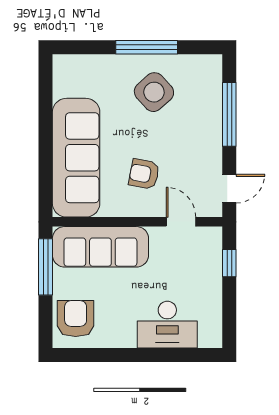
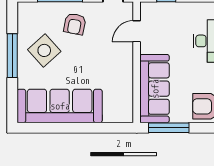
sofa: (76, 158) -> (60, 106), moved
armchair: (144, 174) -> (75, 24), moved

